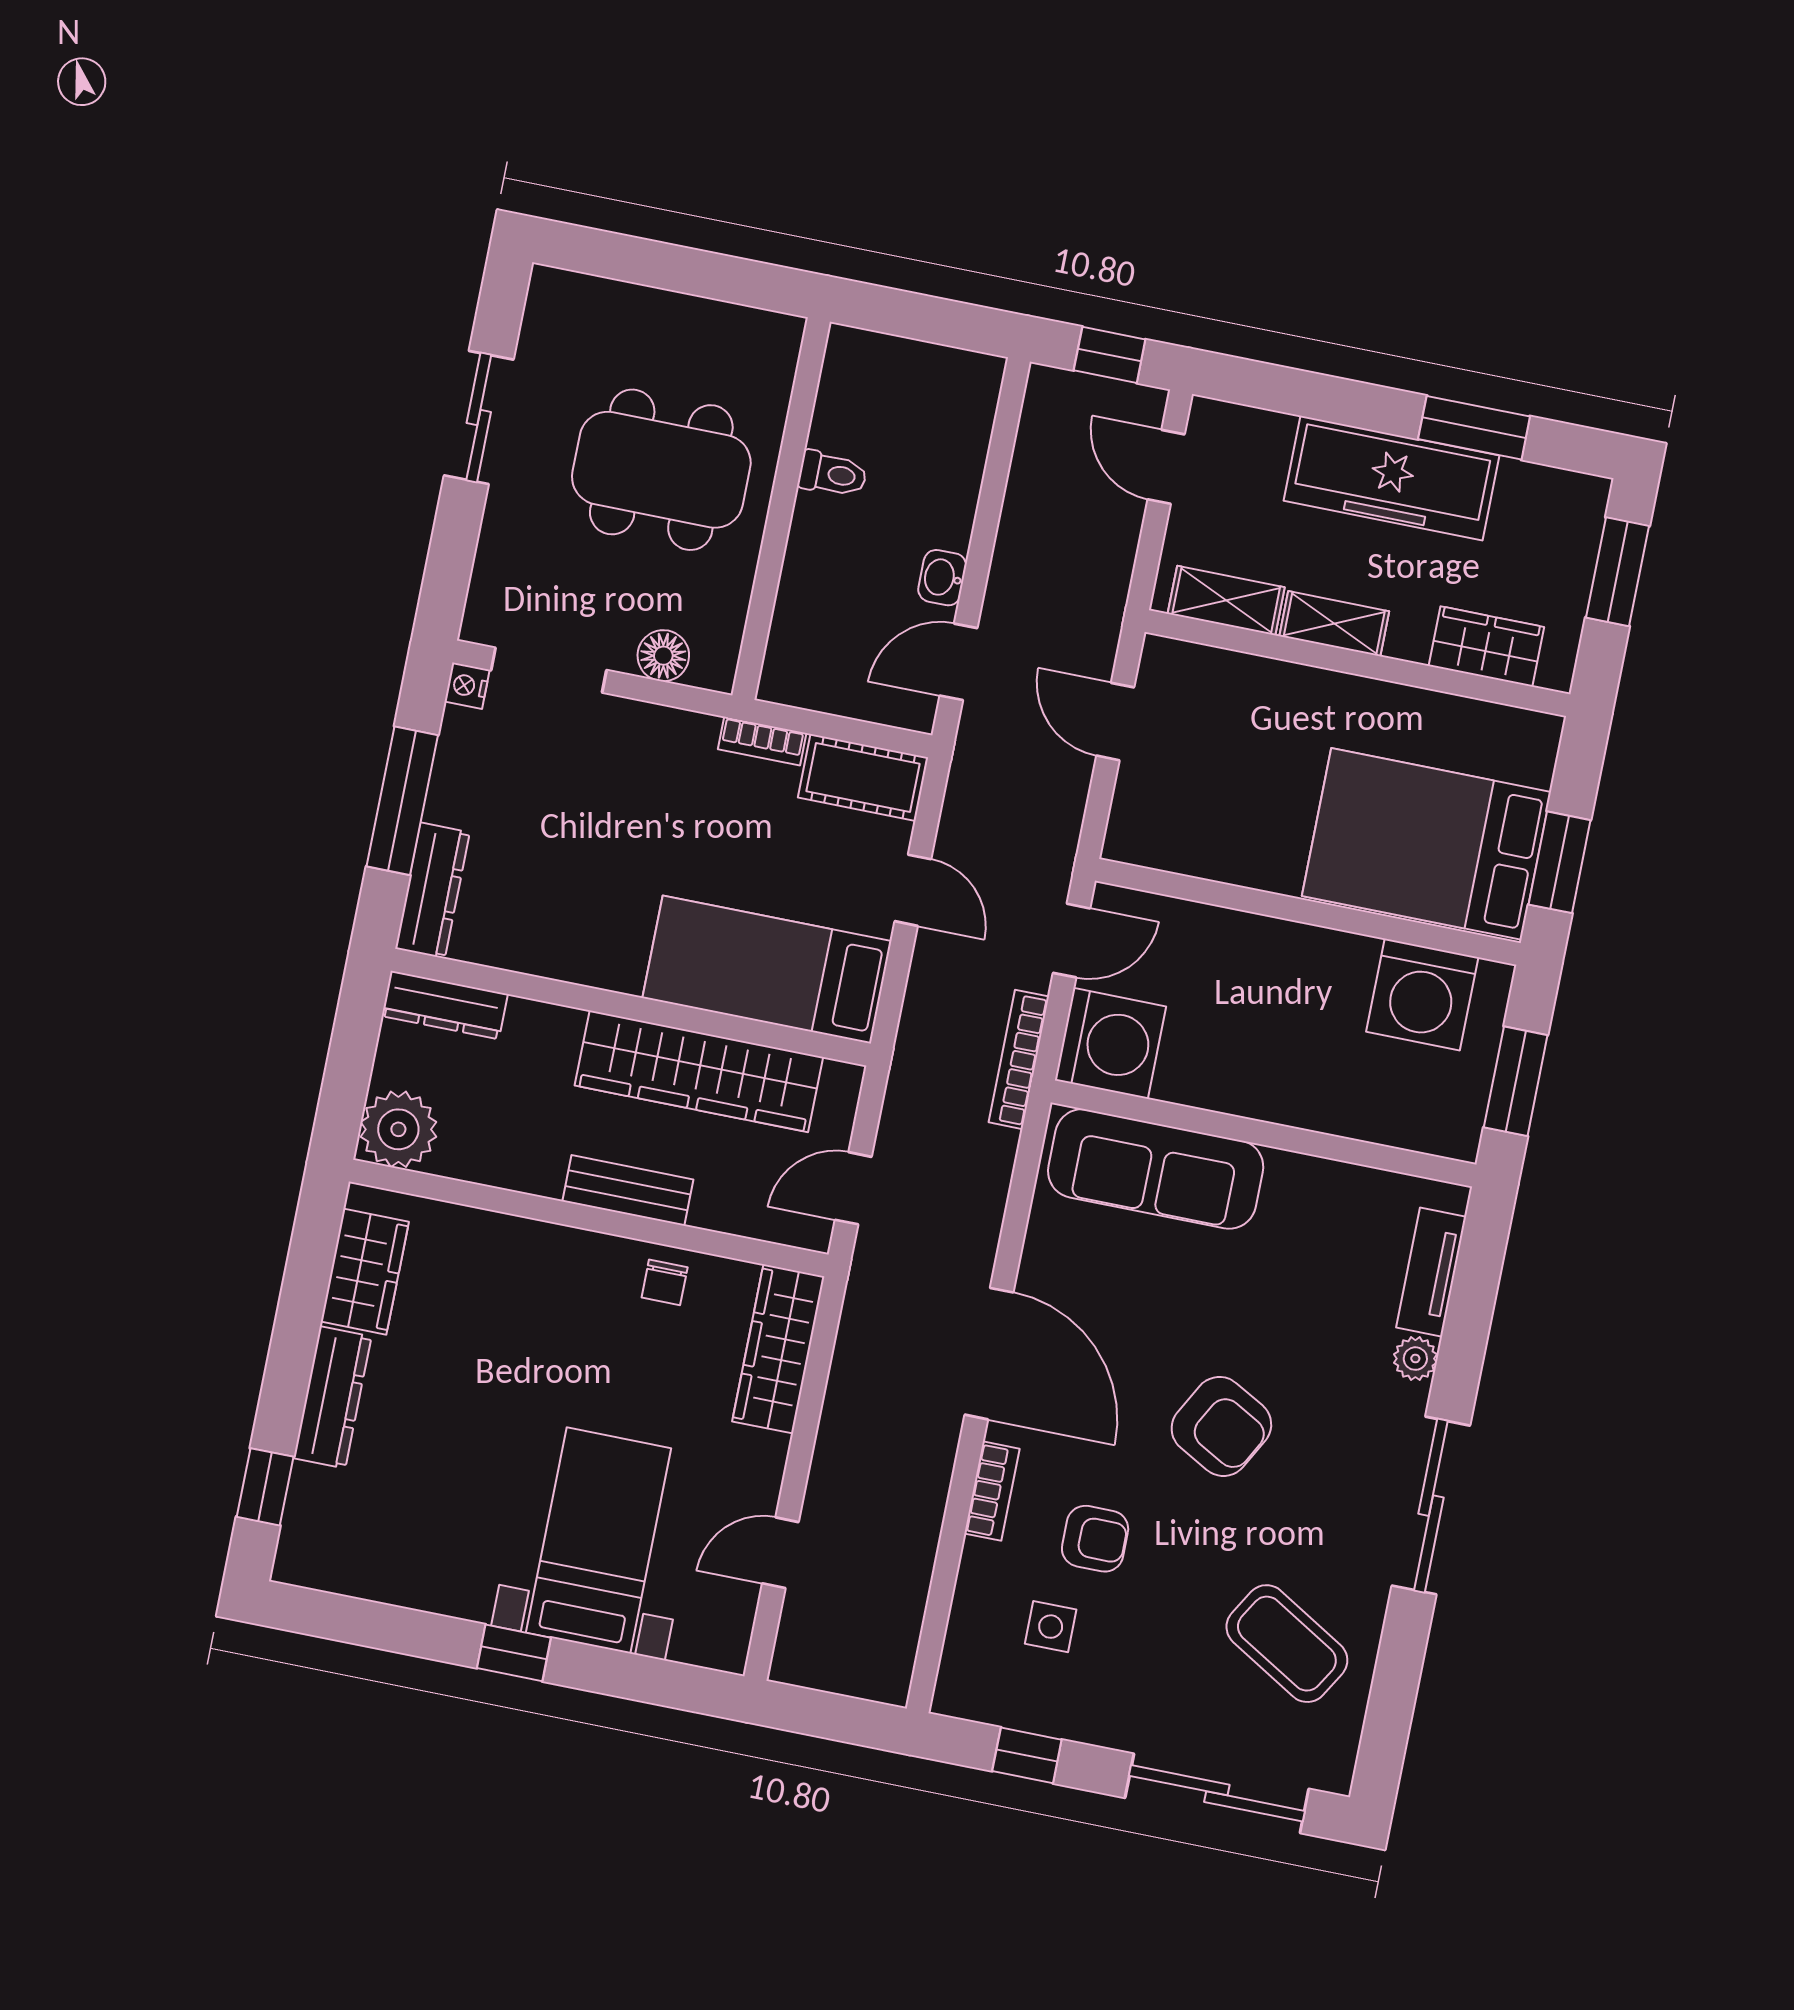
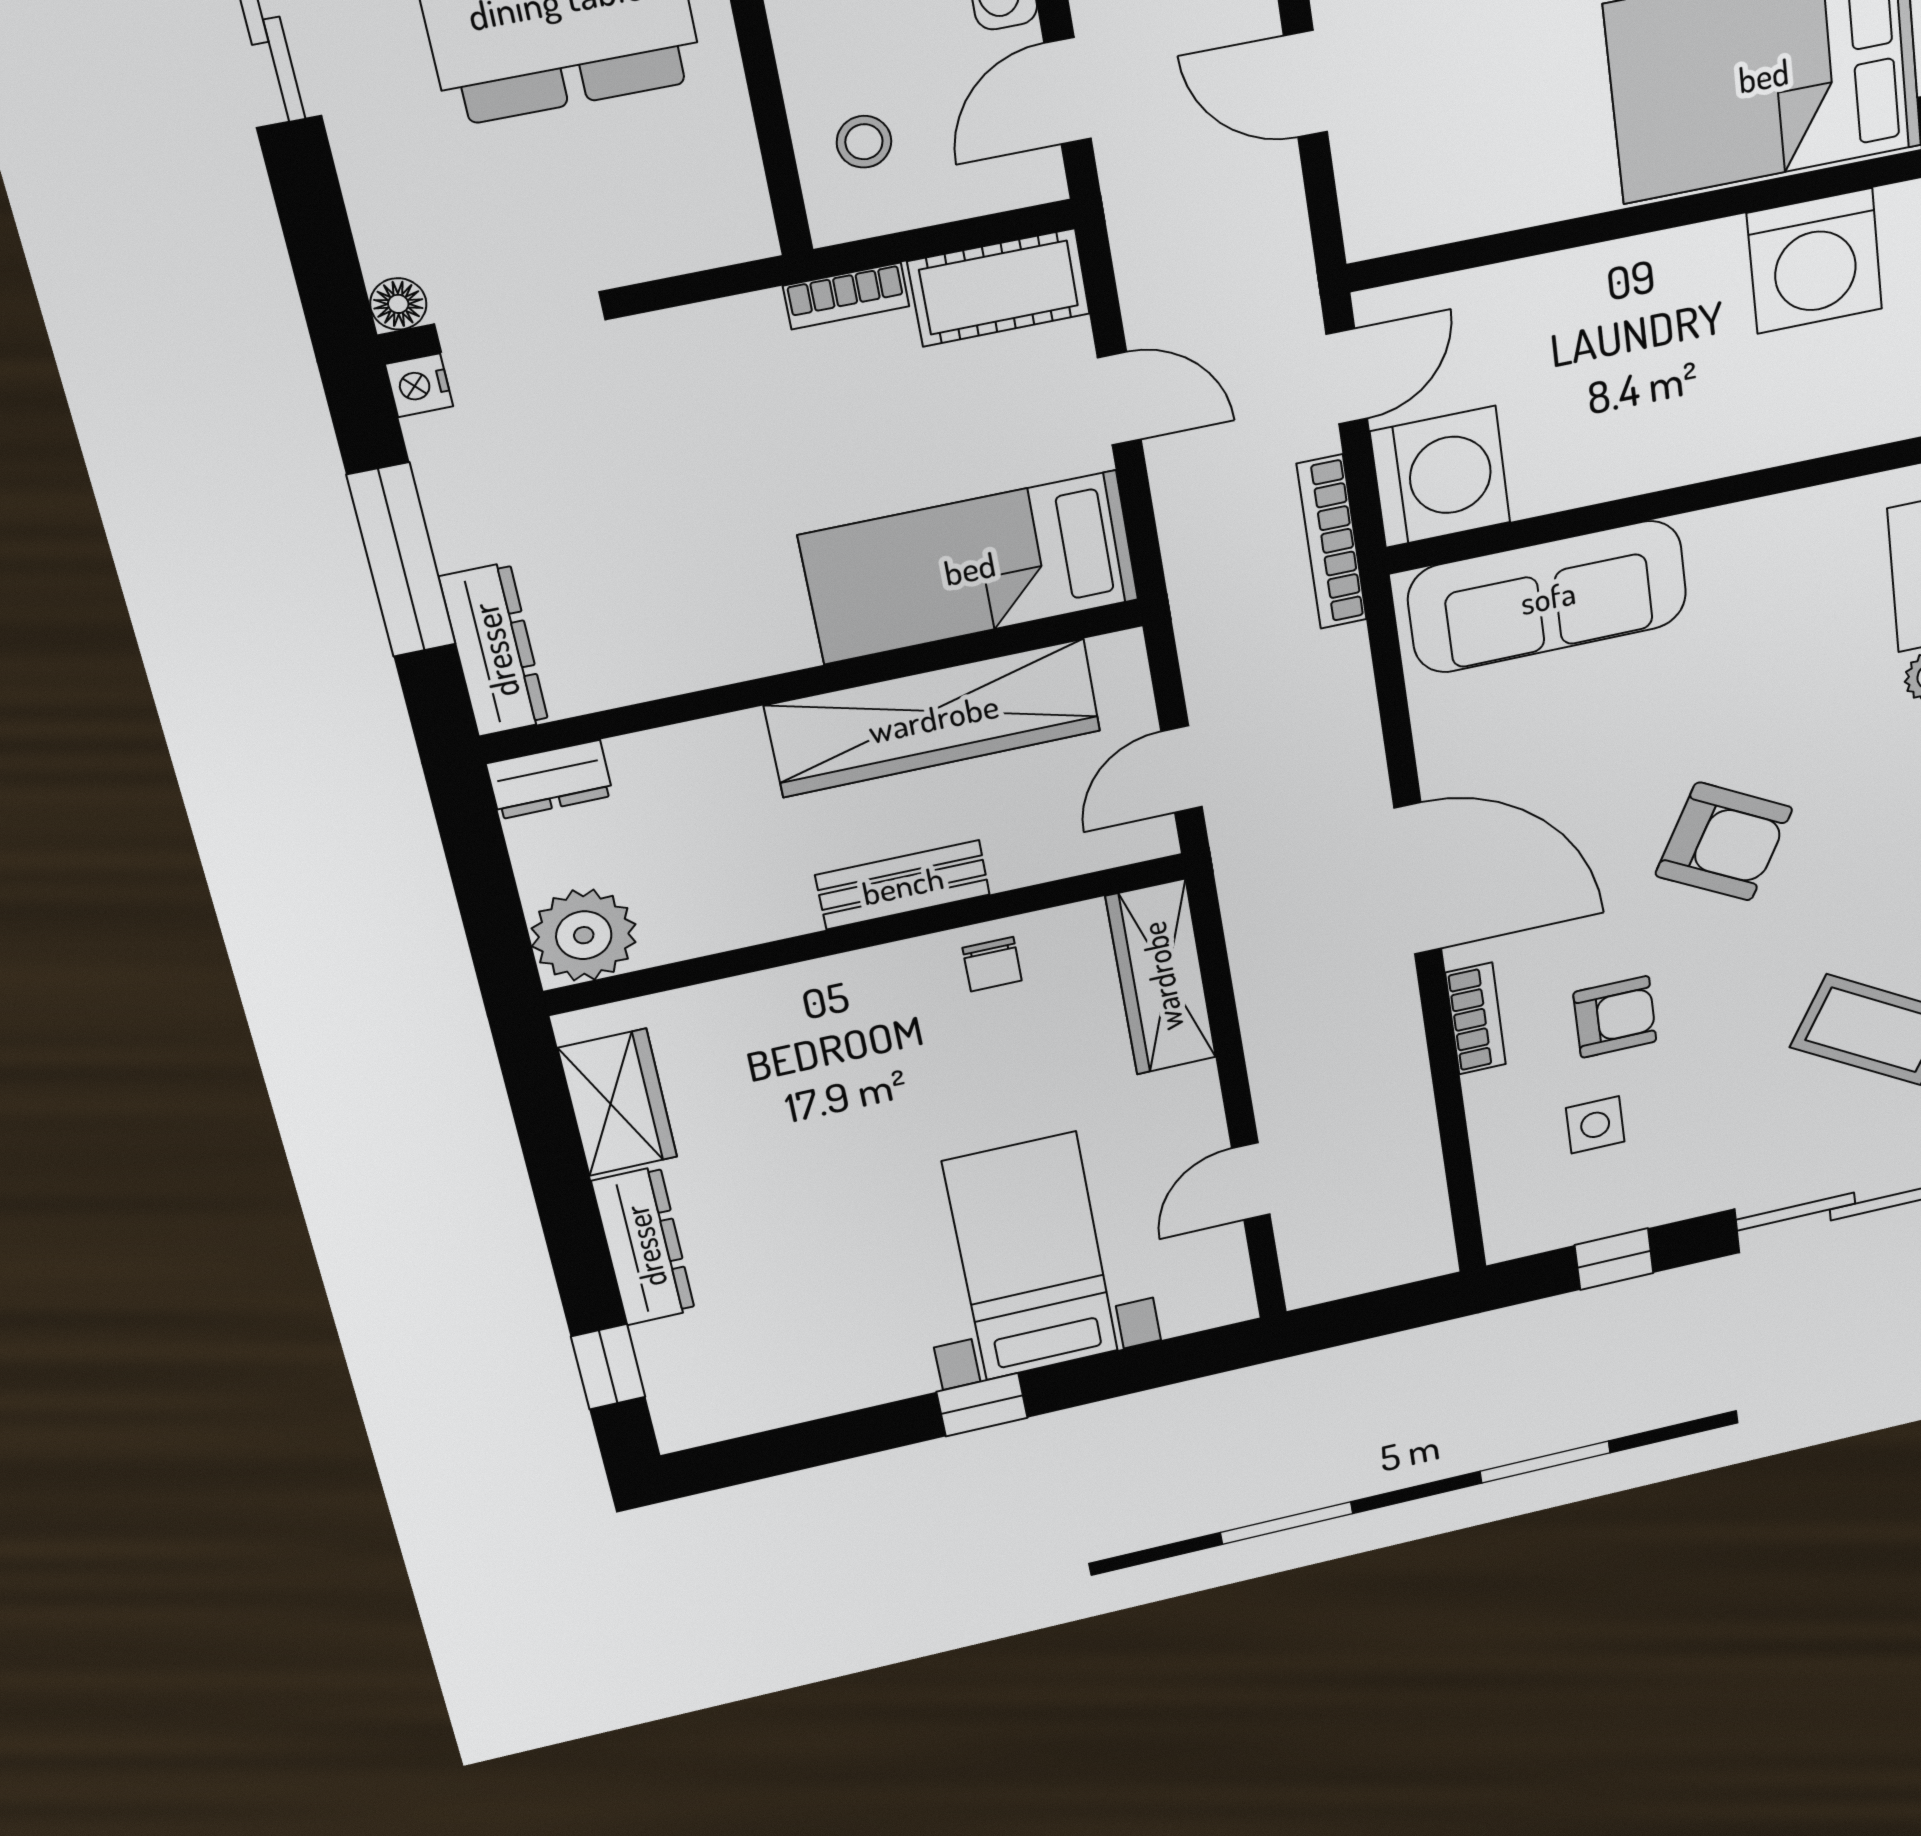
stool: (815, 641) -> (864, 142), added
floor lamp: (663, 656) -> (398, 304), moved, width x0.73, depth x0.73
dresser: (445, 1005) -> (550, 780), width x0.70

